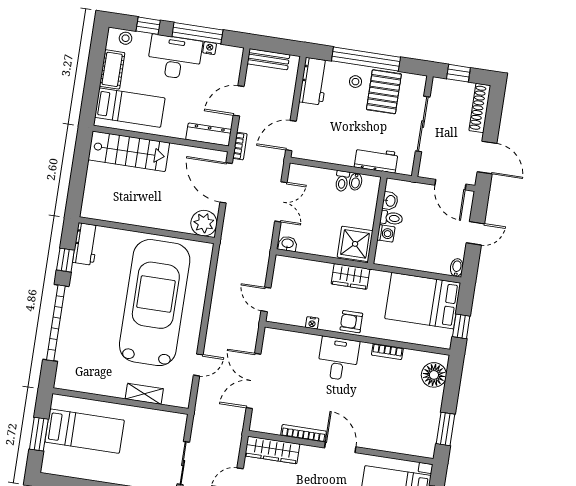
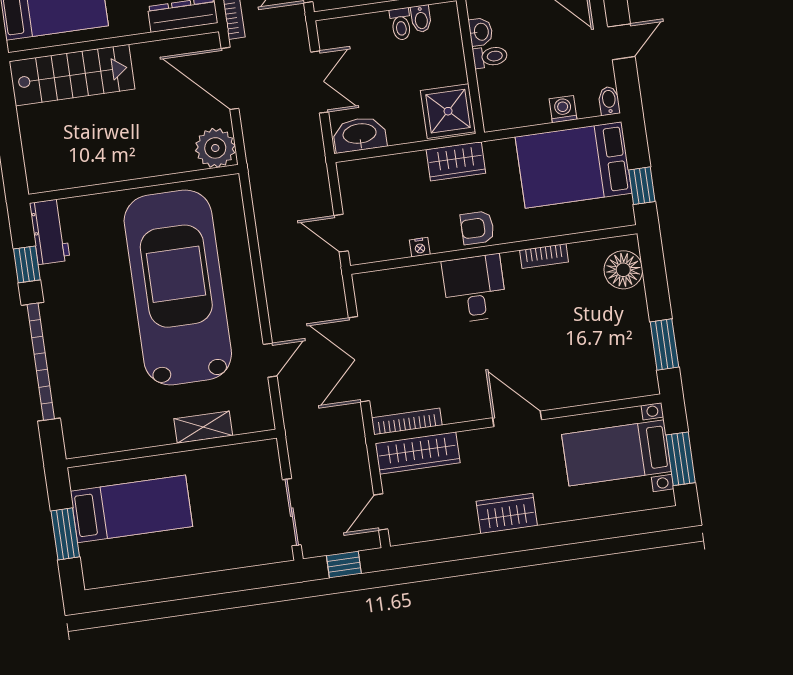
washing machine: (386, 233) -> (563, 109), moved, turned -90
washbasin: (288, 244) -> (360, 134), width x1.91, depth x1.45
bookcase: (304, 433) -> (407, 421), moved

